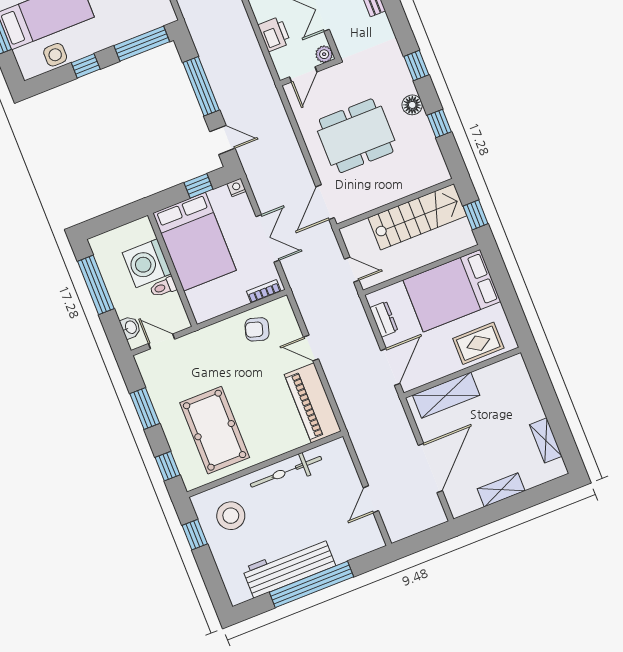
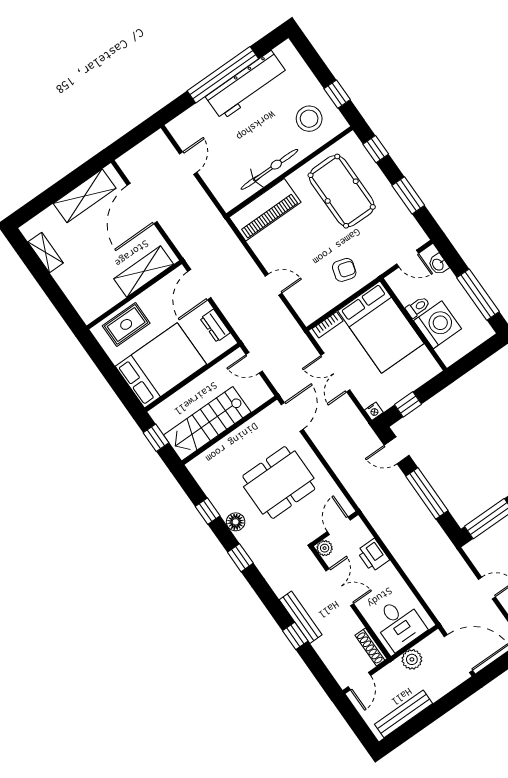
bed: (194, 242) -> (381, 327), moved, turned 180
armchair: (257, 329) -> (344, 270), moved
piano: (313, 403) -> (265, 210), moved, turned 90
shelving: (501, 490) -> (85, 196), width x1.50, depth x1.33

